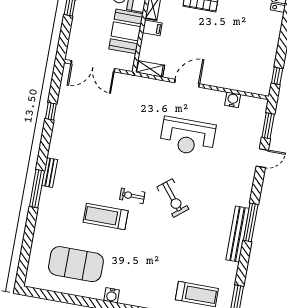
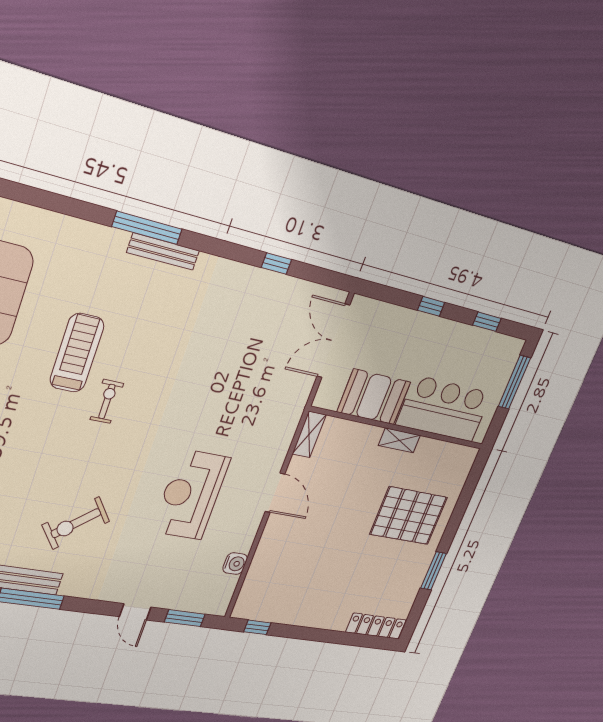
filing cabinet: (152, 28) -> (369, 439), removed
bench: (50, 173) -> (163, 252), width x1.36
exercise bike: (173, 198) -> (76, 523), moved

